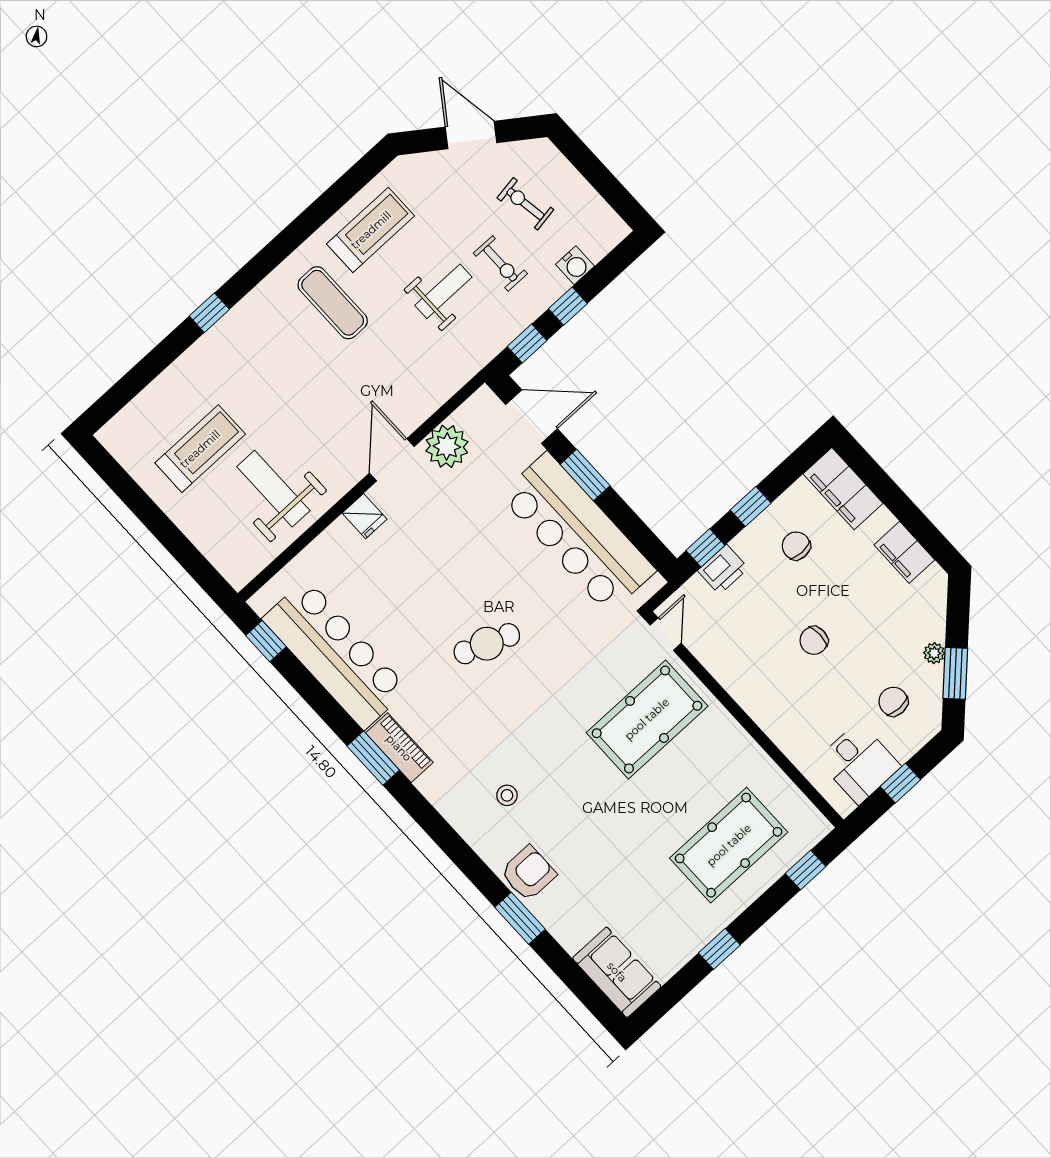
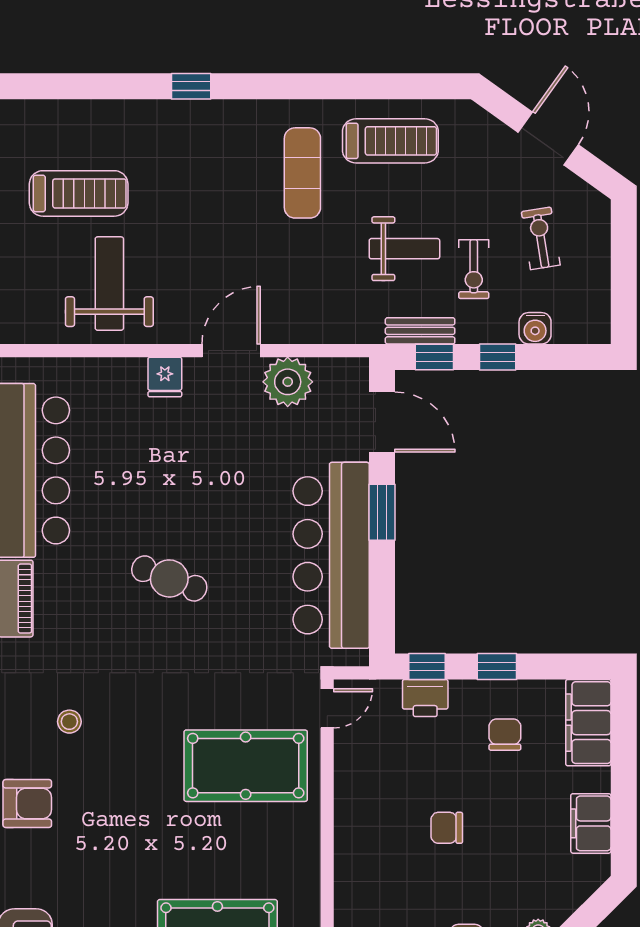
bench: (502, 335) -> (420, 331), added

